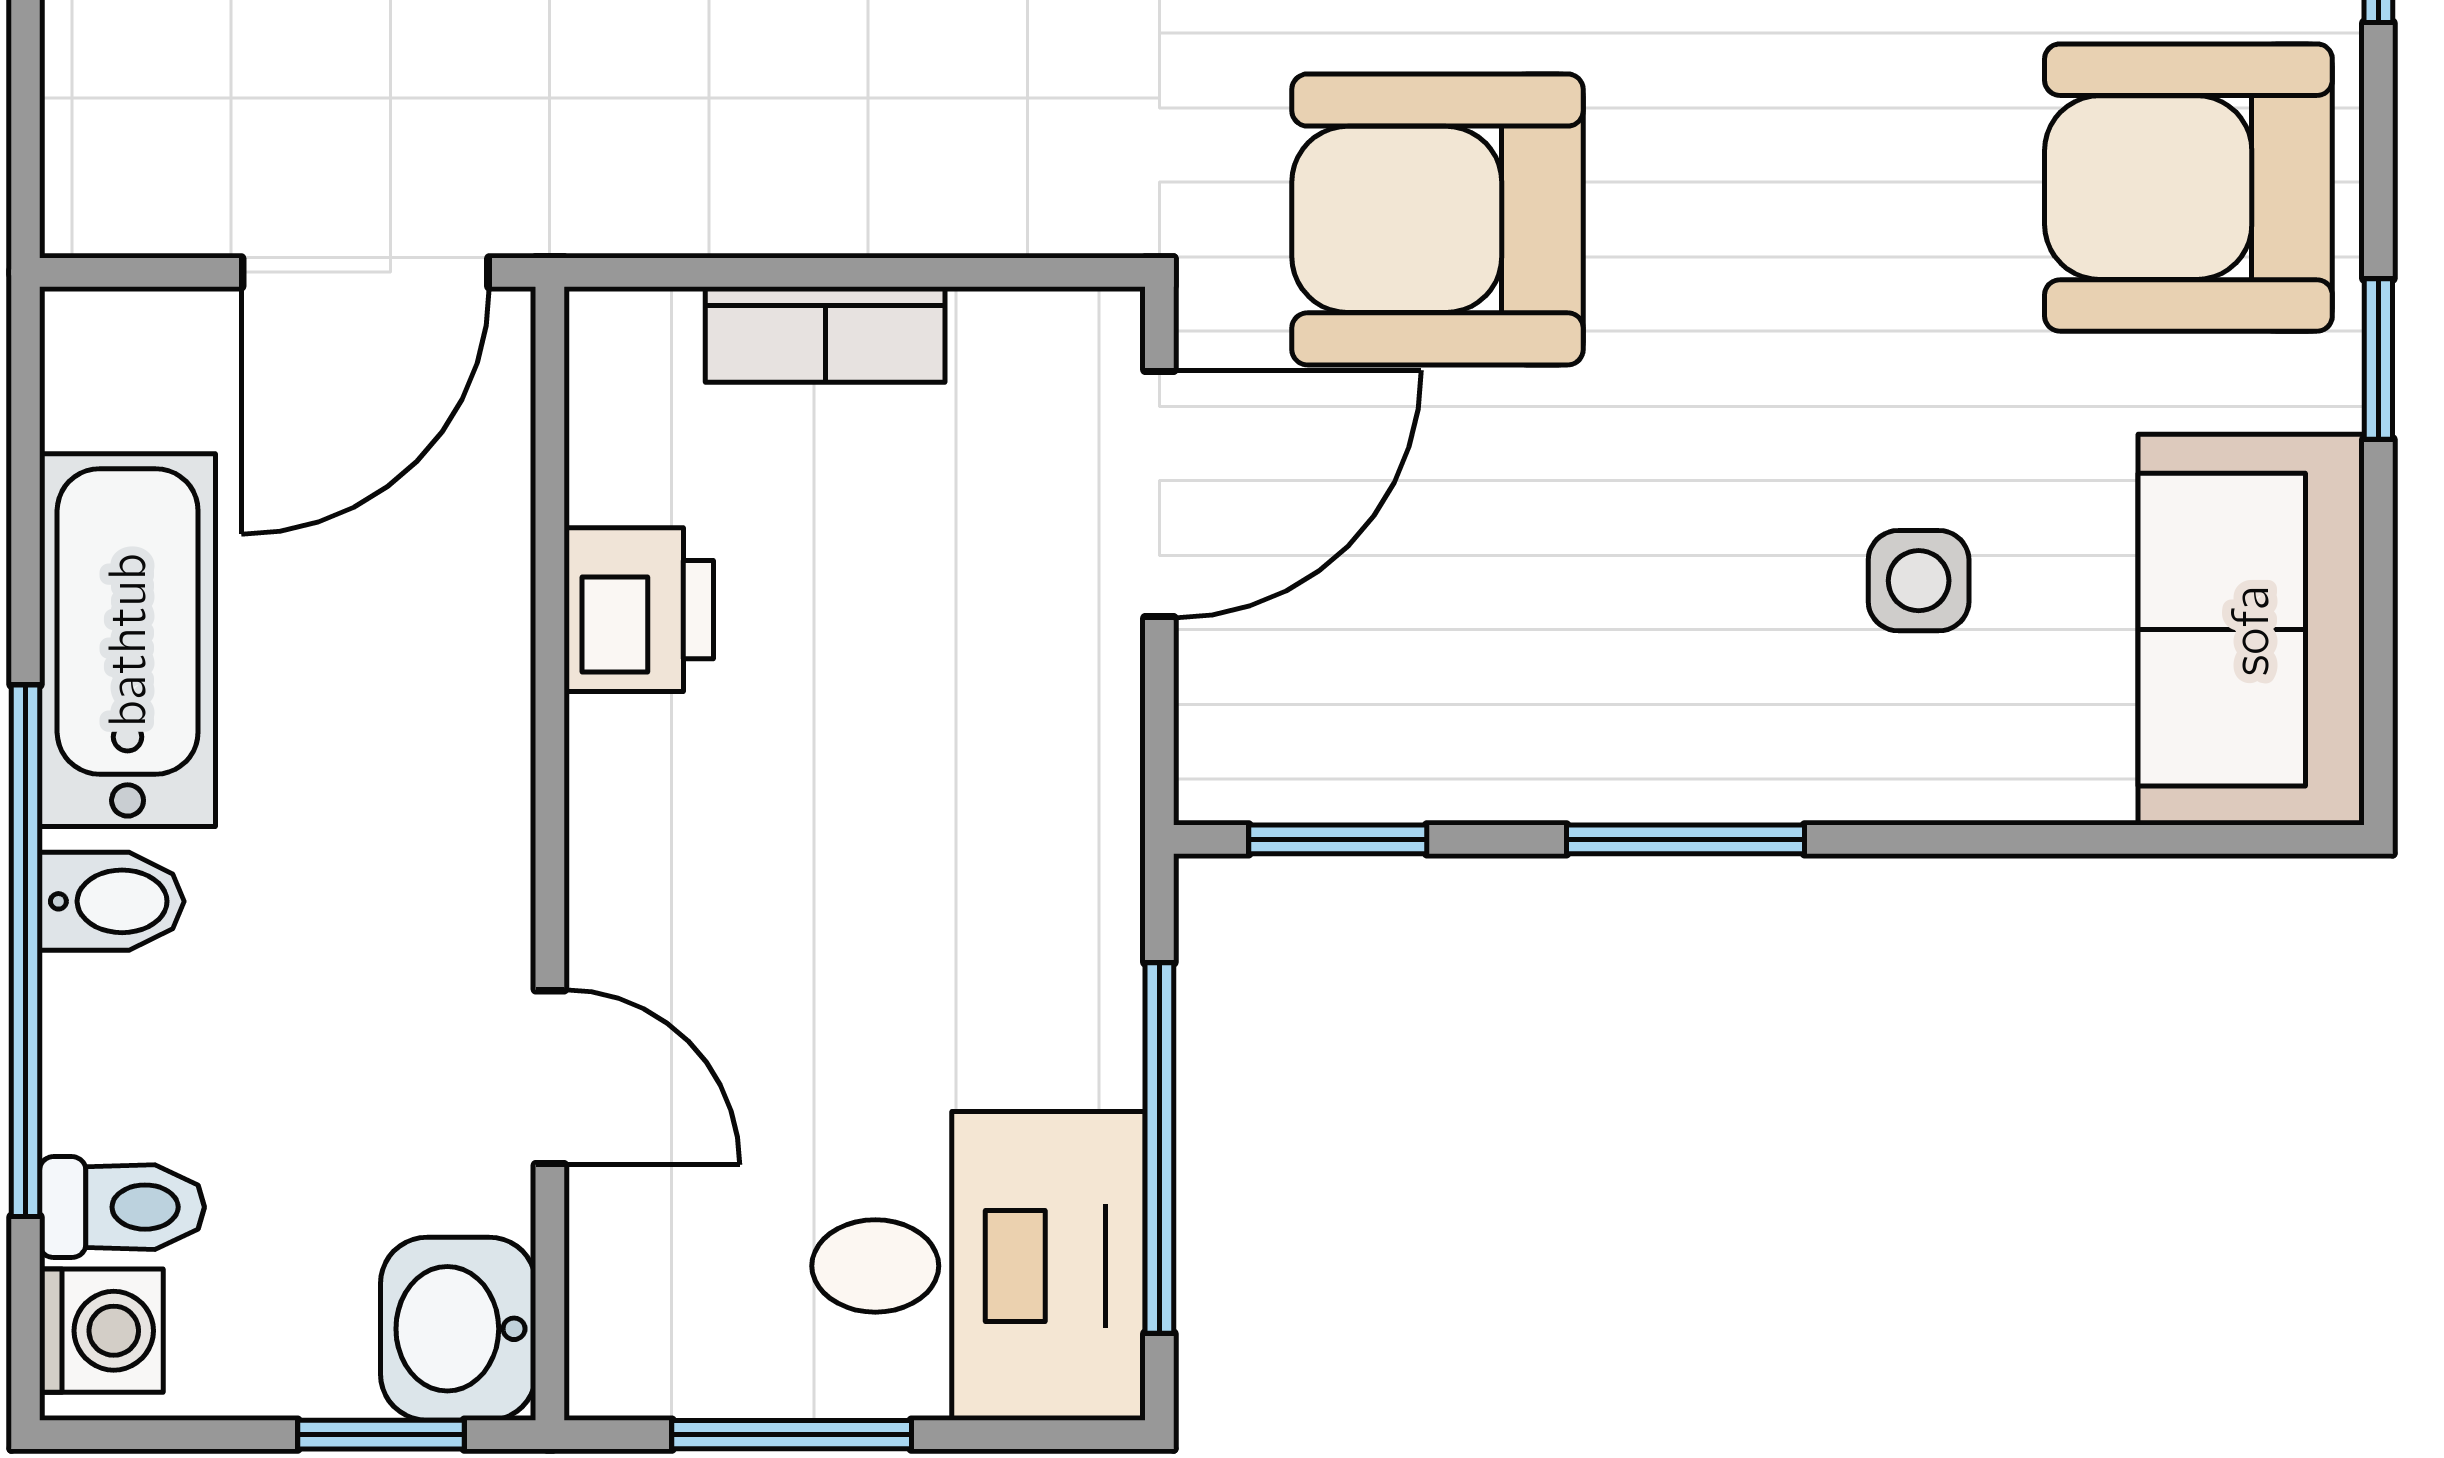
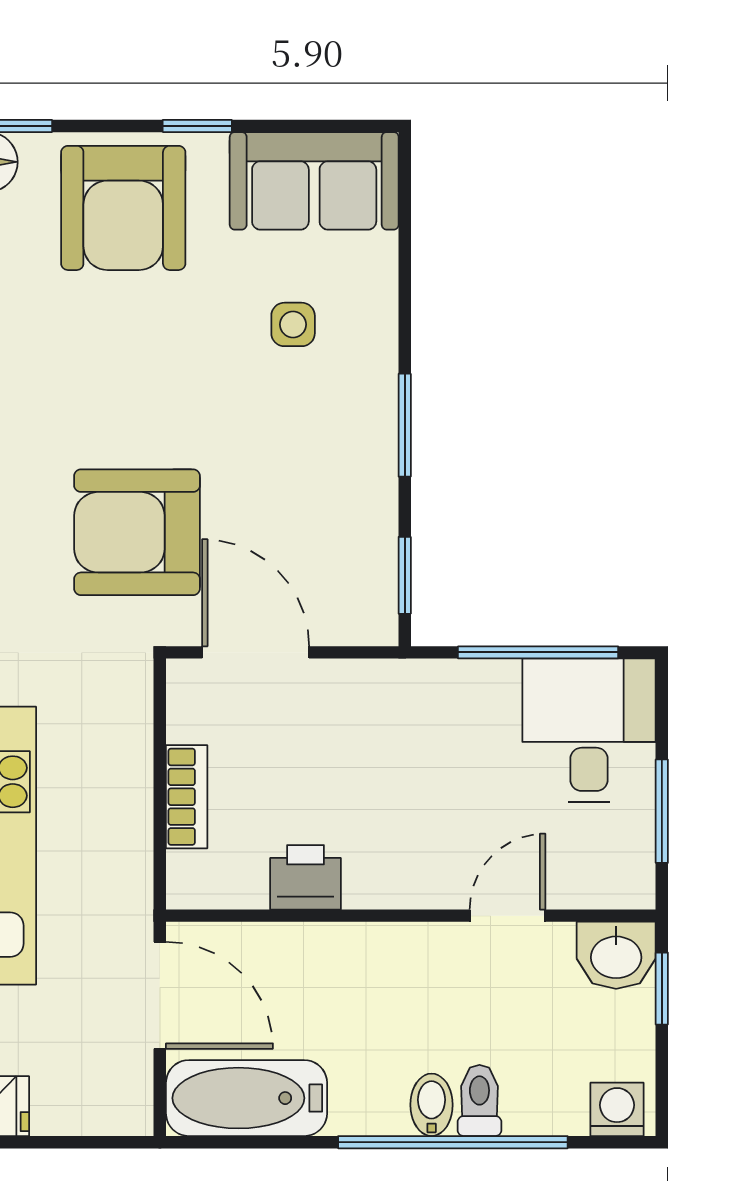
armchair: (1438, 219) -> (137, 532), turned 90
bathtub: (128, 640) -> (247, 1098), moved
toilet: (122, 1207) -> (479, 1100), moved

